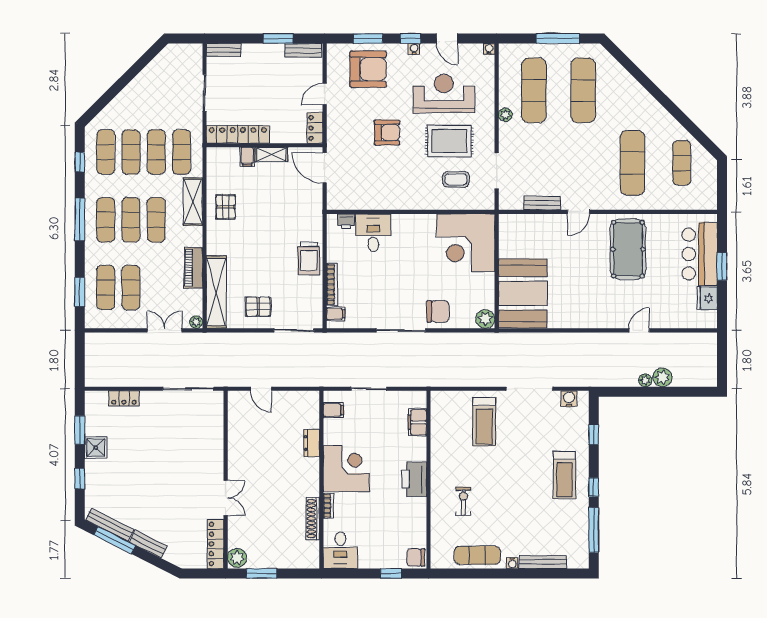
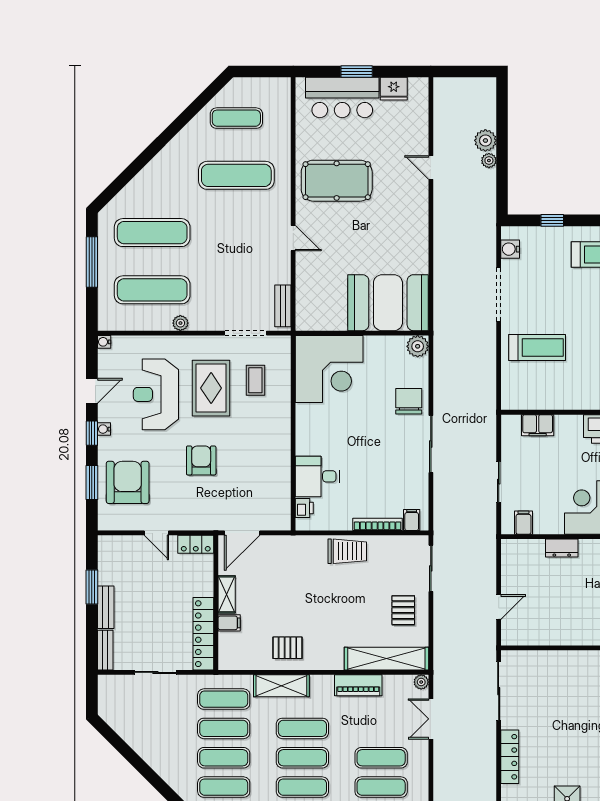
bench: (303, 50) -> (106, 607), moved
bench: (542, 203) -> (283, 306), moved
locker: (124, 398) -> (510, 757), width x1.53

